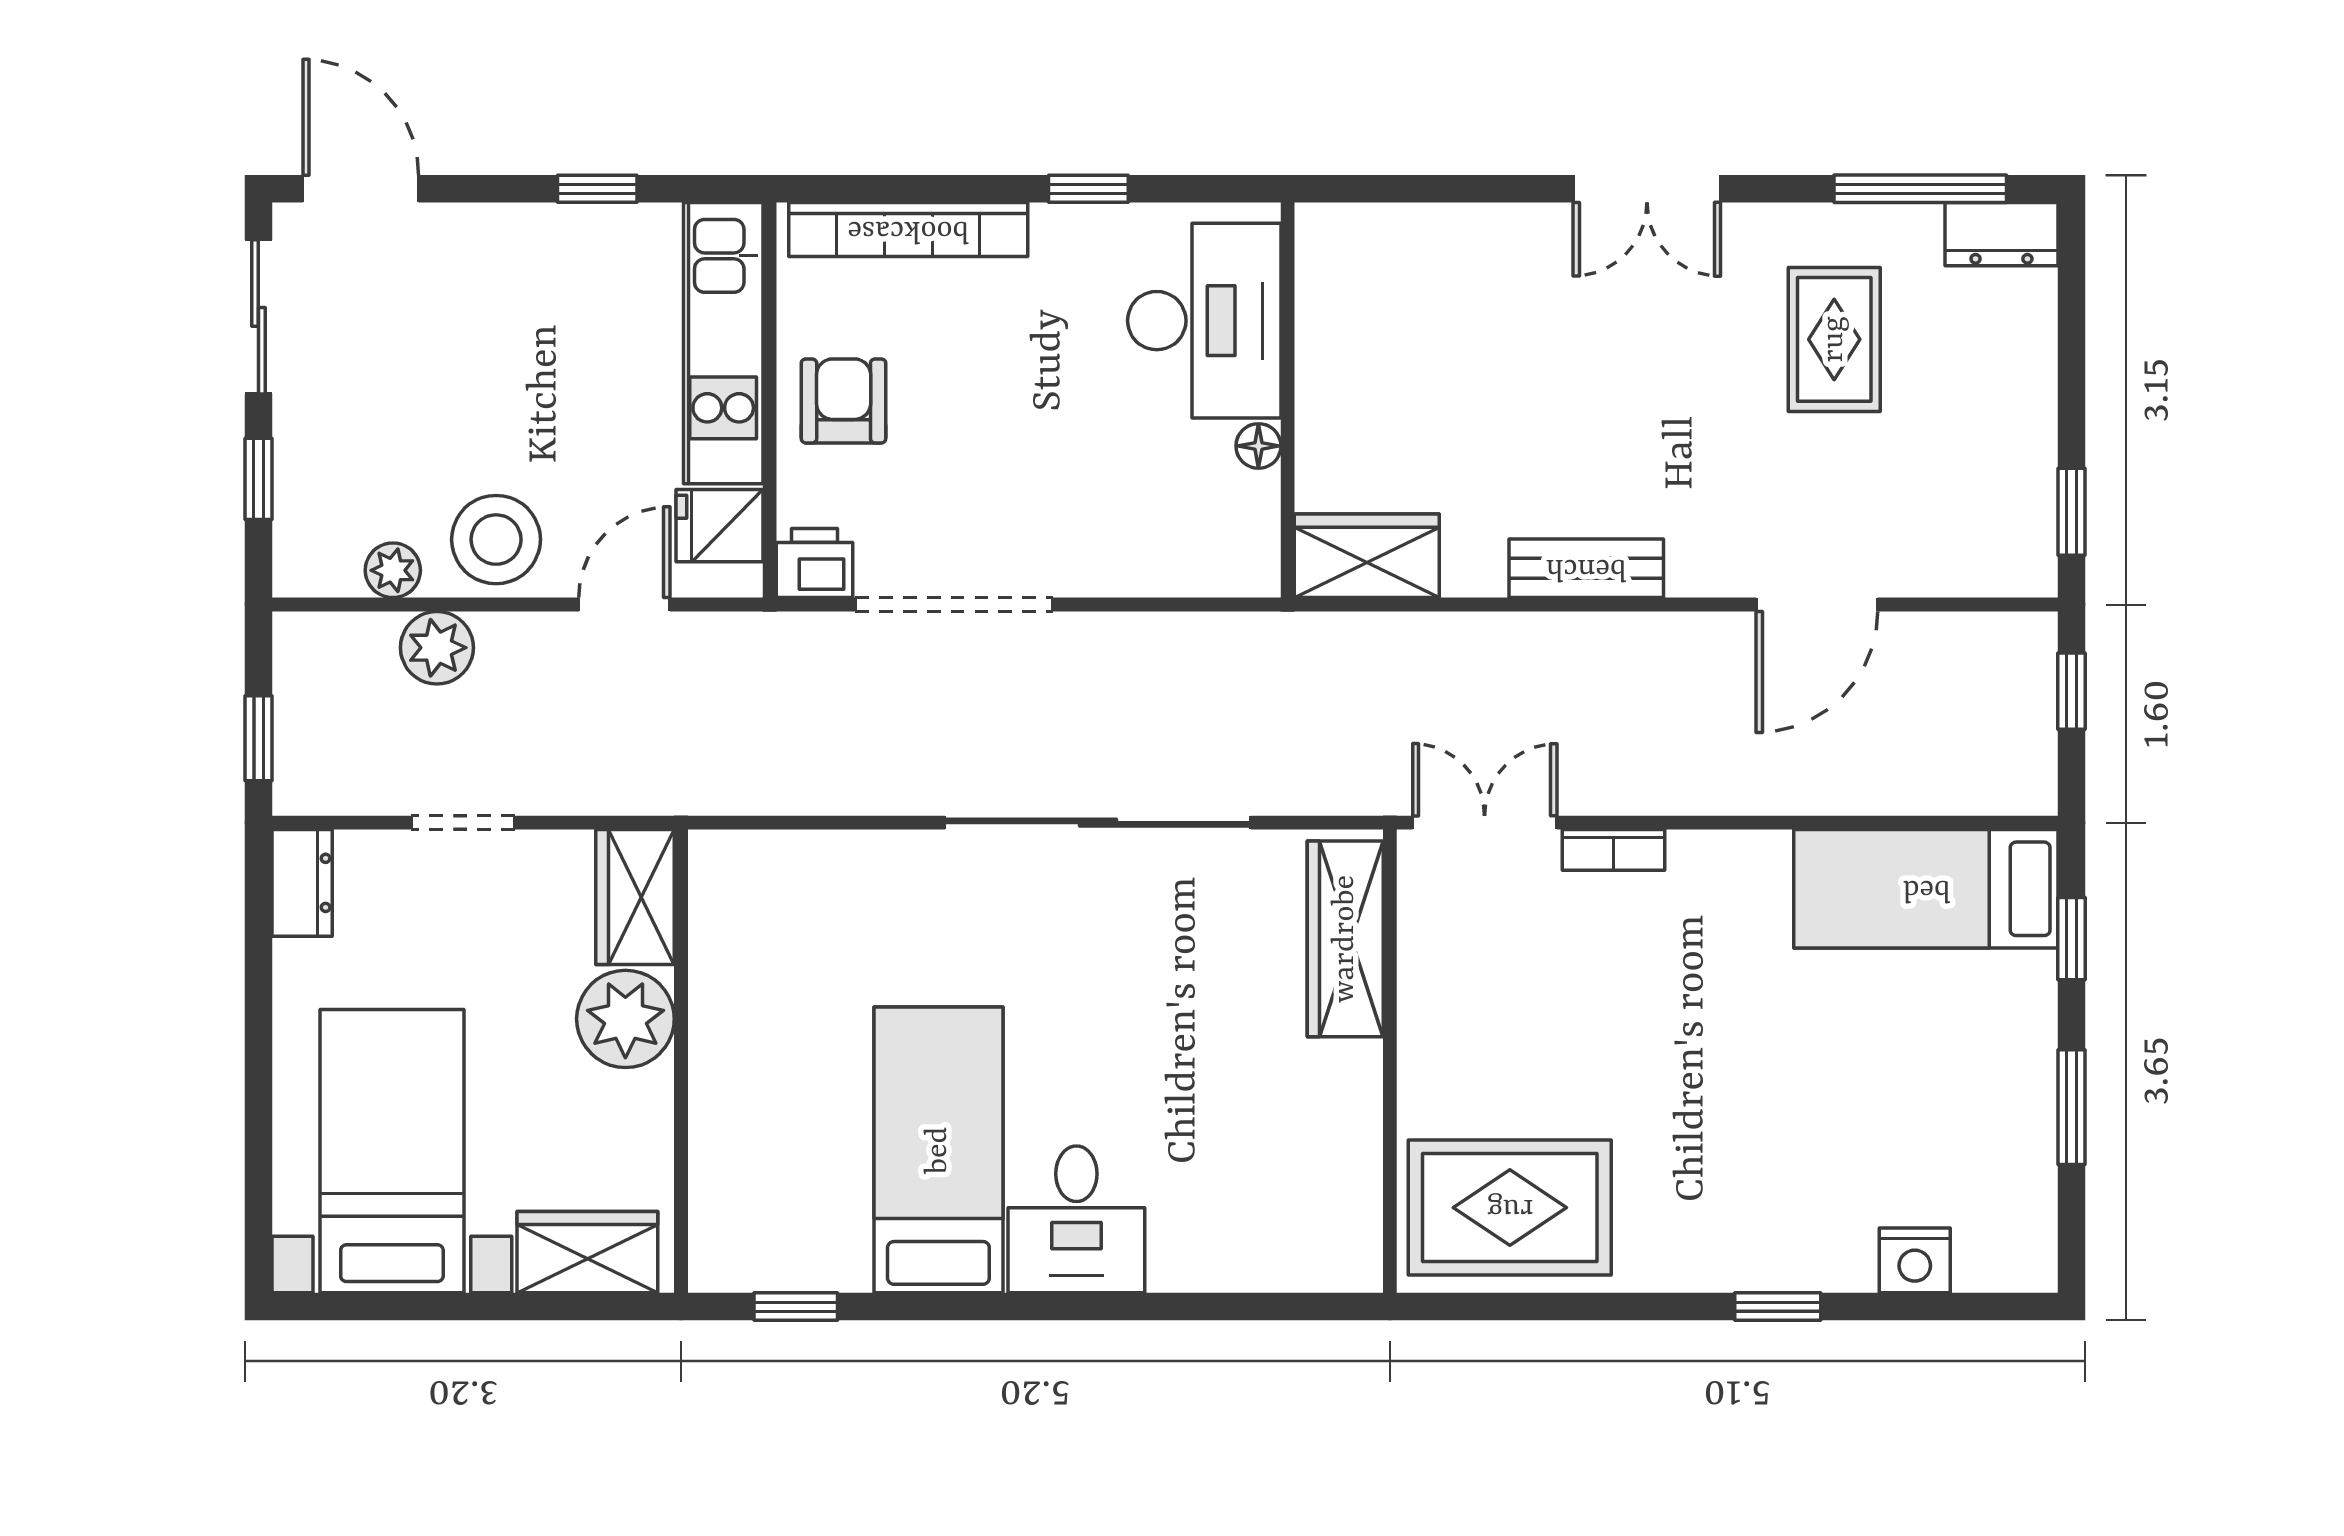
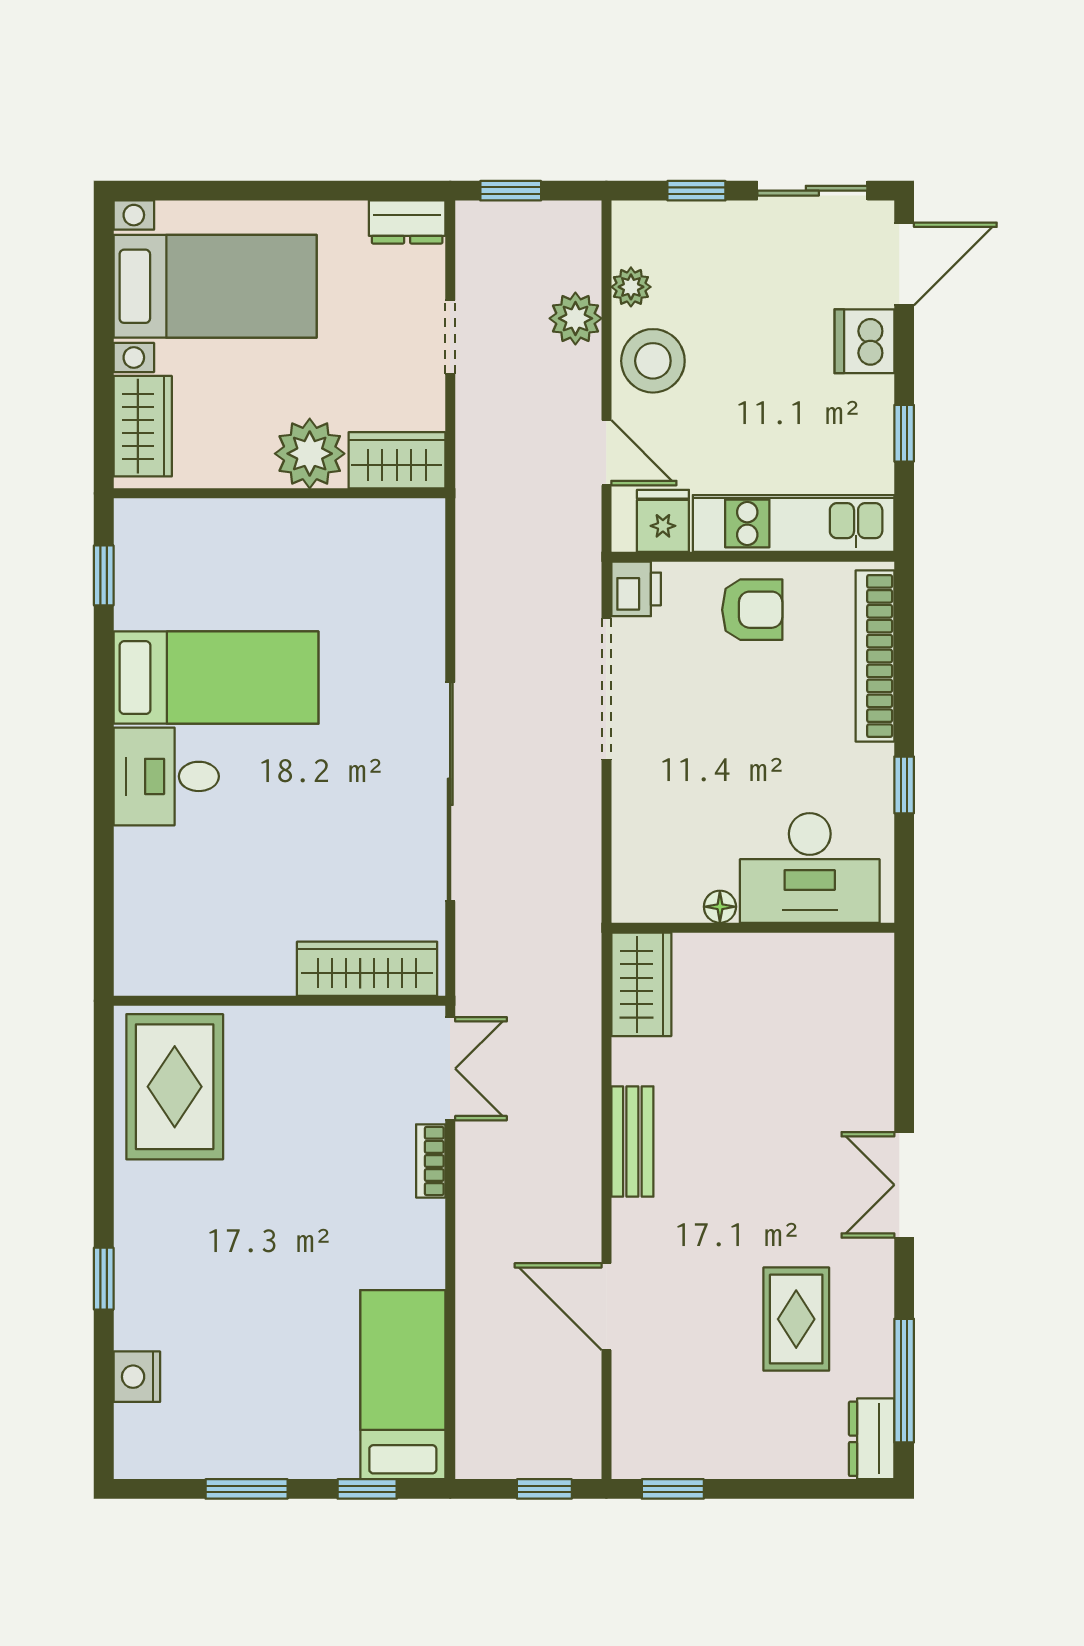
dishwasher: (469, 244) -> (864, 341), added
rug: (1834, 339) -> (796, 1319), turned 90

